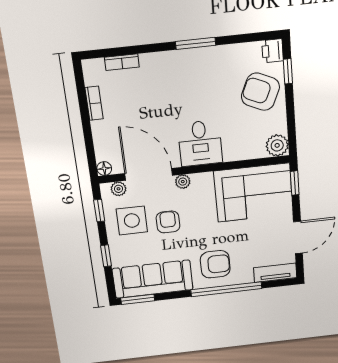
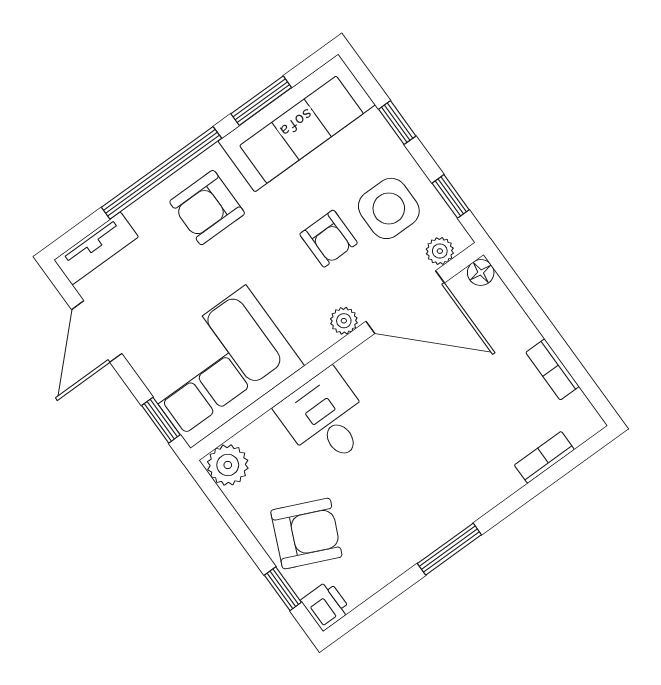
desk: (200, 143) -> (325, 419), moved
window: (138, 299) -> (261, 101), moved

